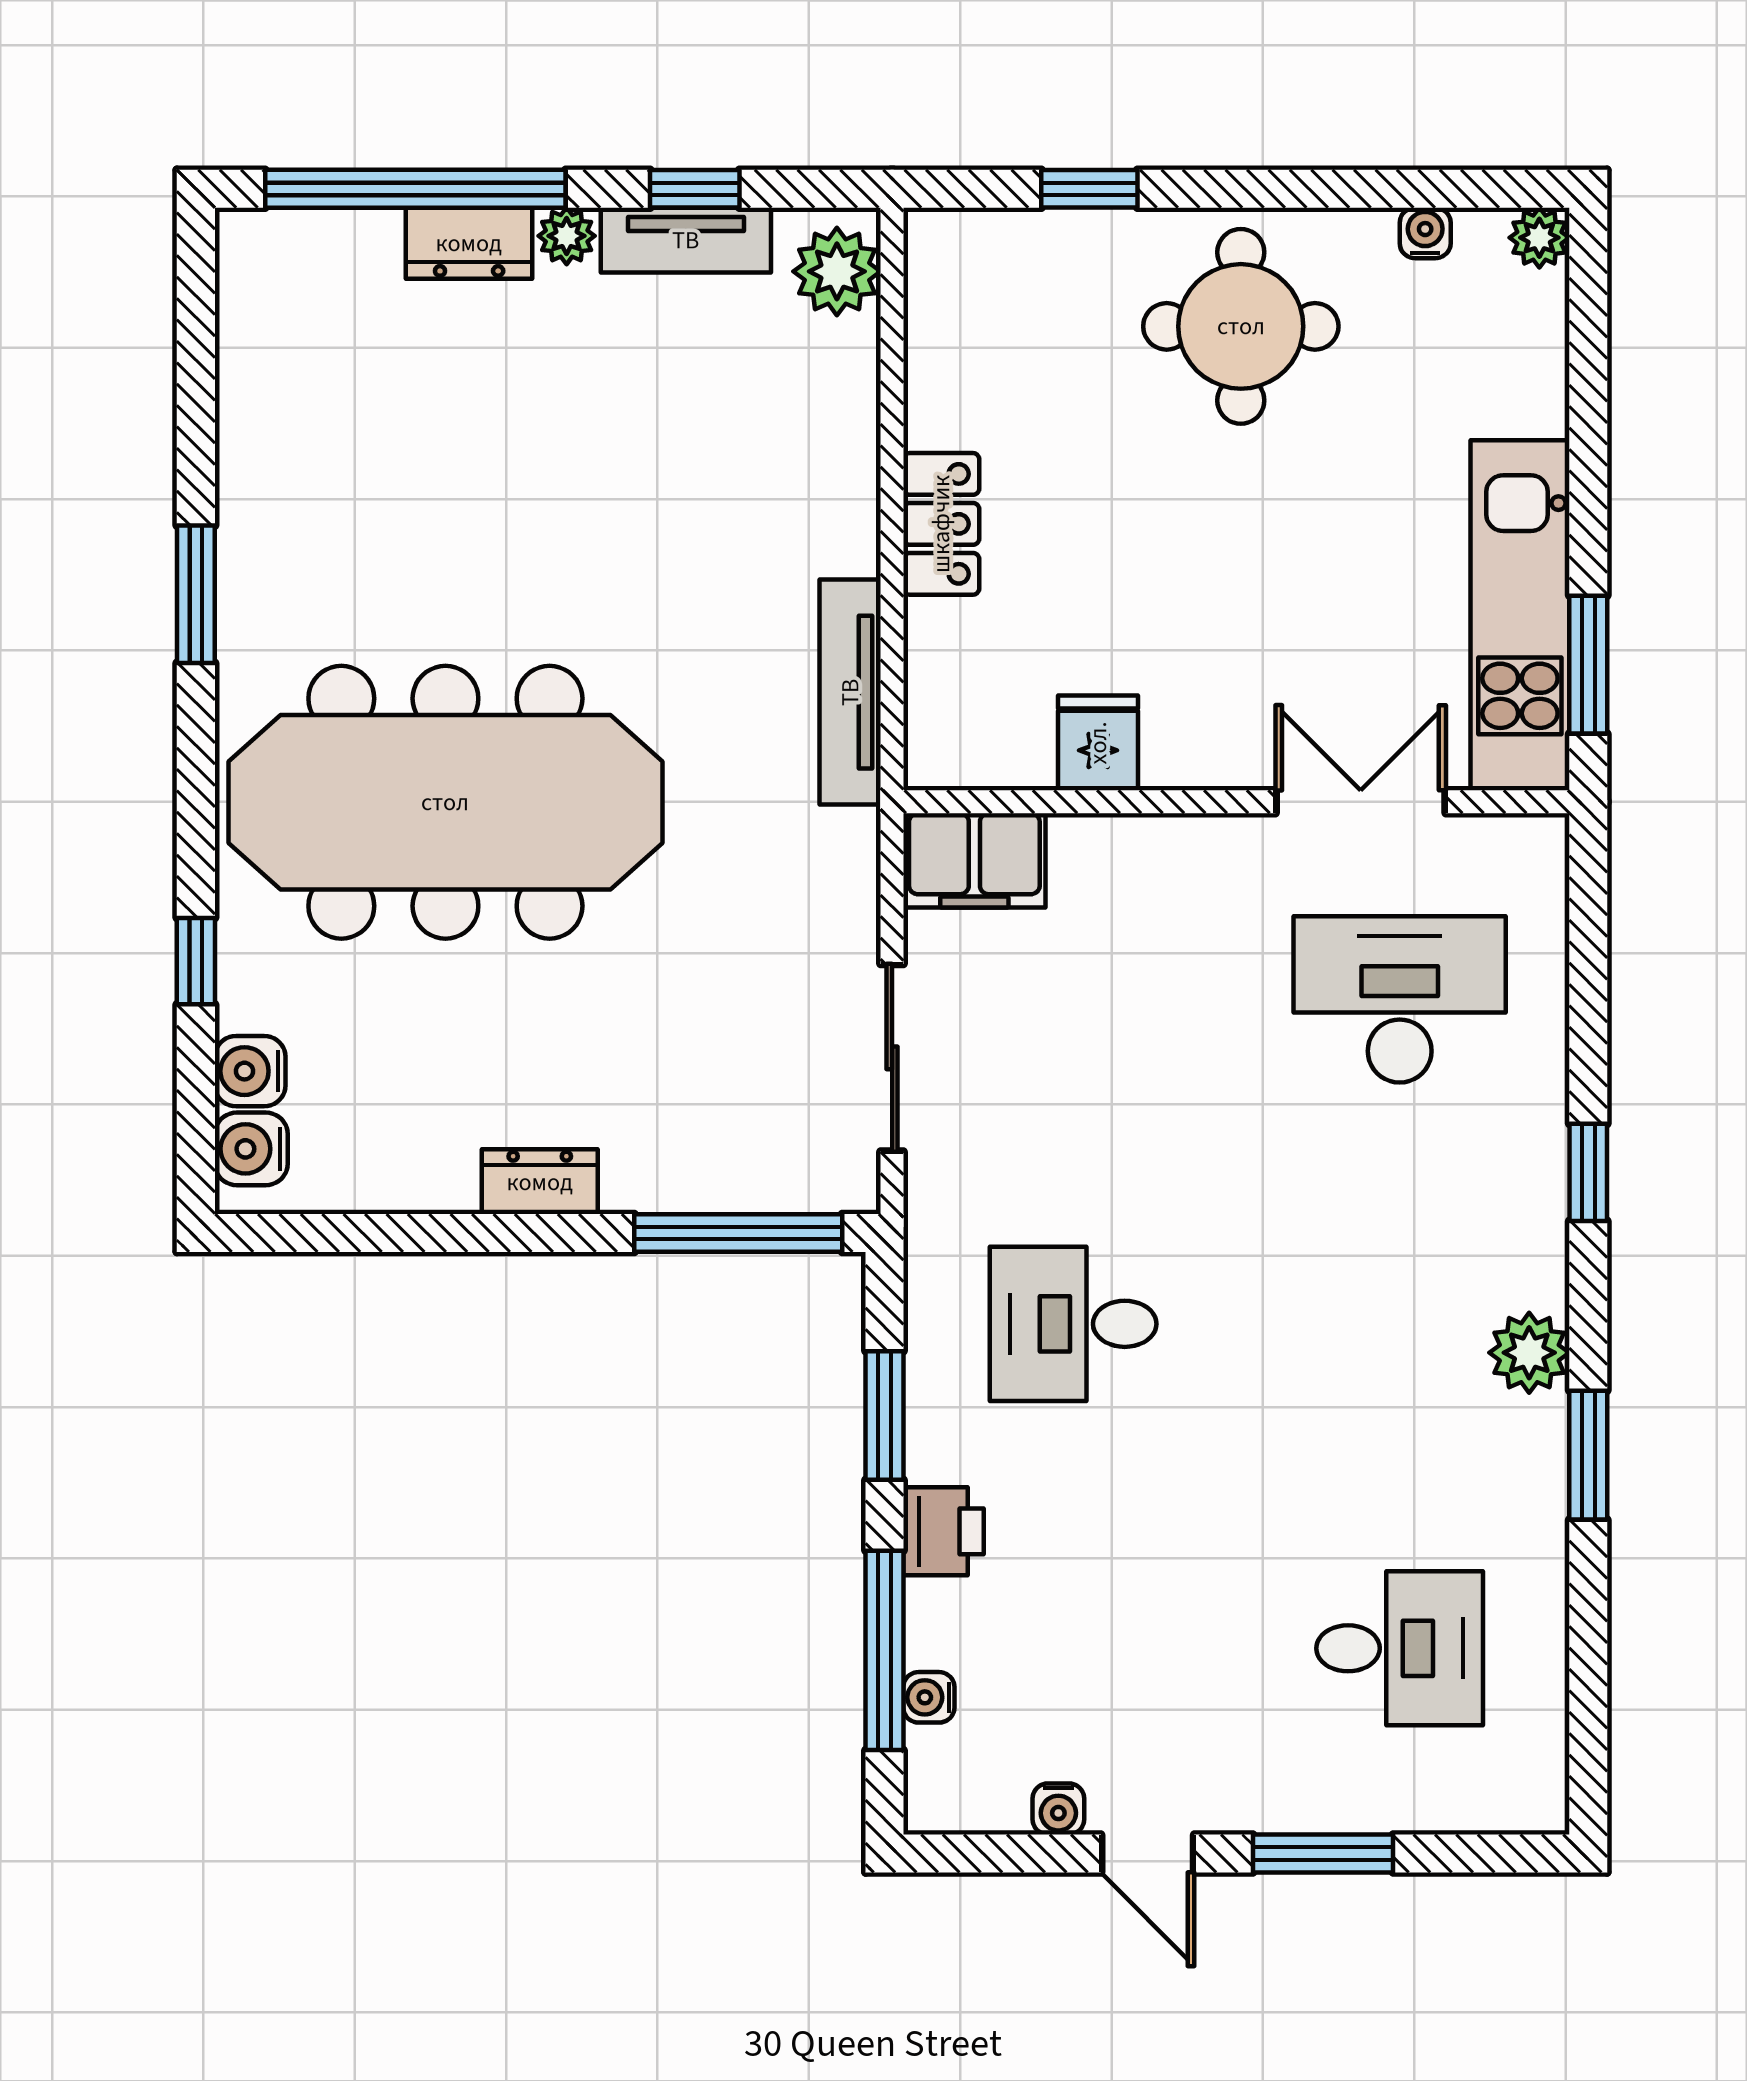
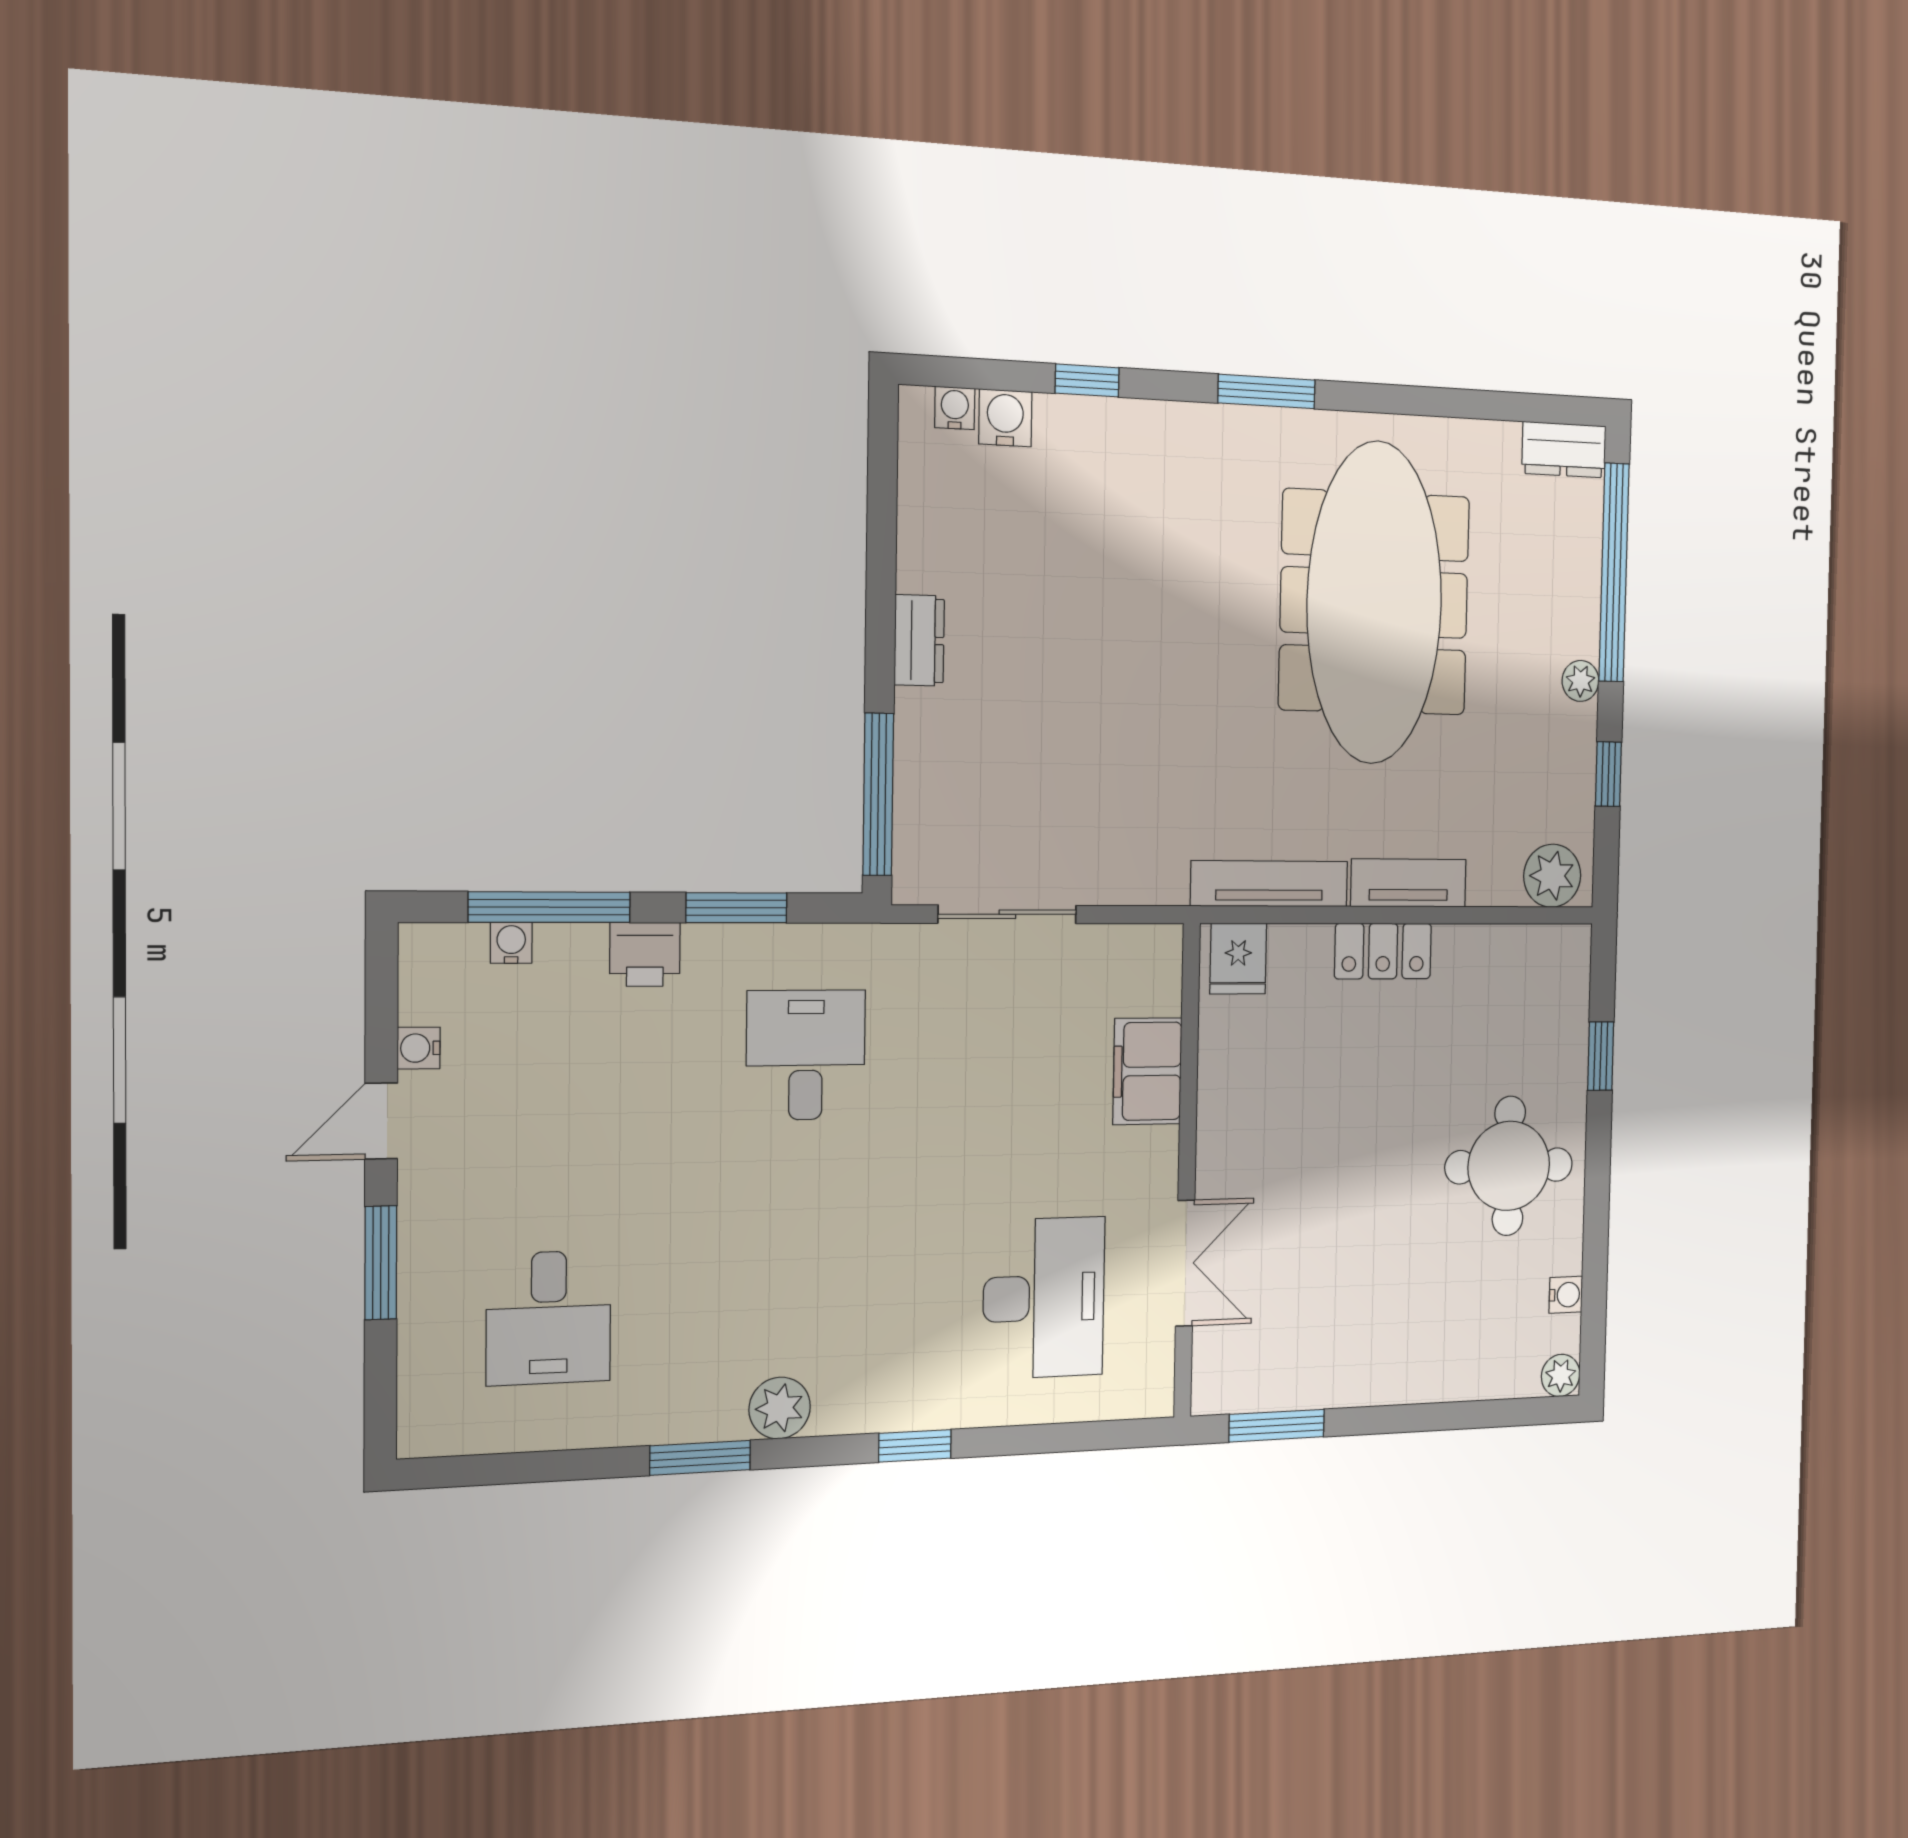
tv unit: (686, 240) -> (1409, 883), moved, turned 90
dresser: (469, 243) -> (1564, 450), moved, turned -90
window: (196, 594) -> (1267, 391), moved
kitchen unit: (1520, 615) -> (1312, 1374), removed
fridge: (1098, 743) -> (1238, 959), moved, turned 90
meeting table: (445, 802) -> (1374, 603), moved
filing cabinet: (974, 860) -> (1147, 1071), moved
water cooler: (251, 1149) -> (955, 408), width x0.72, depth x0.72

